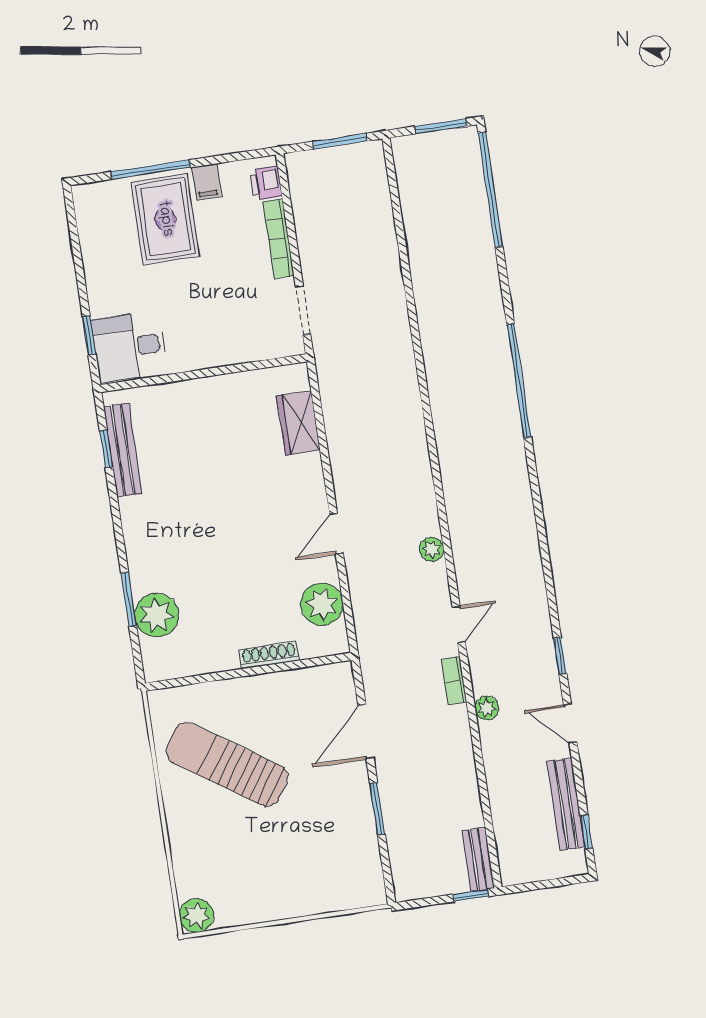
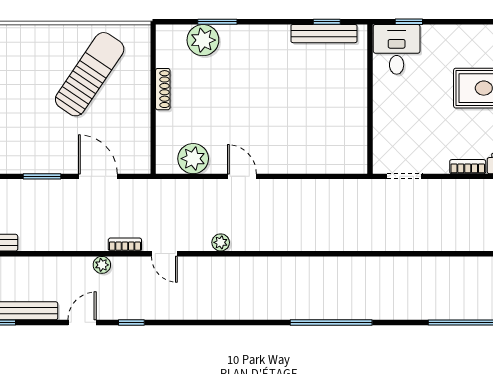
bookcase: (279, 239) -> (468, 167), width x0.64
wardrobe: (298, 423) -> (325, 161), removed
shoe rack: (269, 655) -> (163, 89), moved

